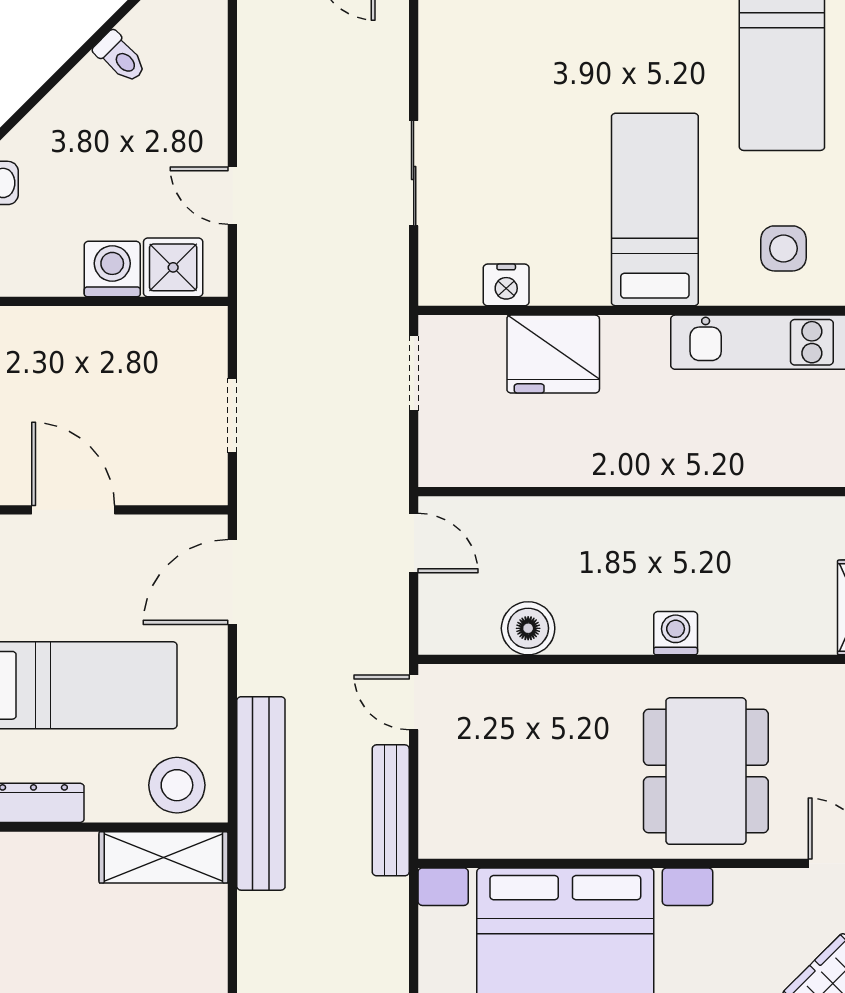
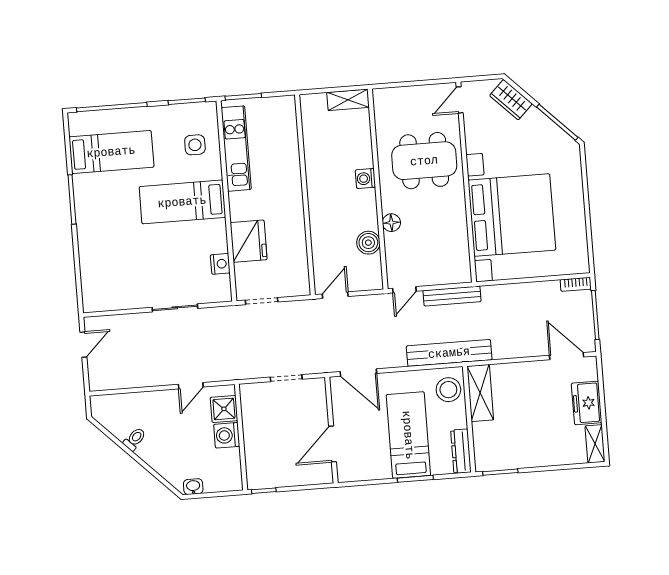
floor lamp: (570, 685) -> (391, 223), added

